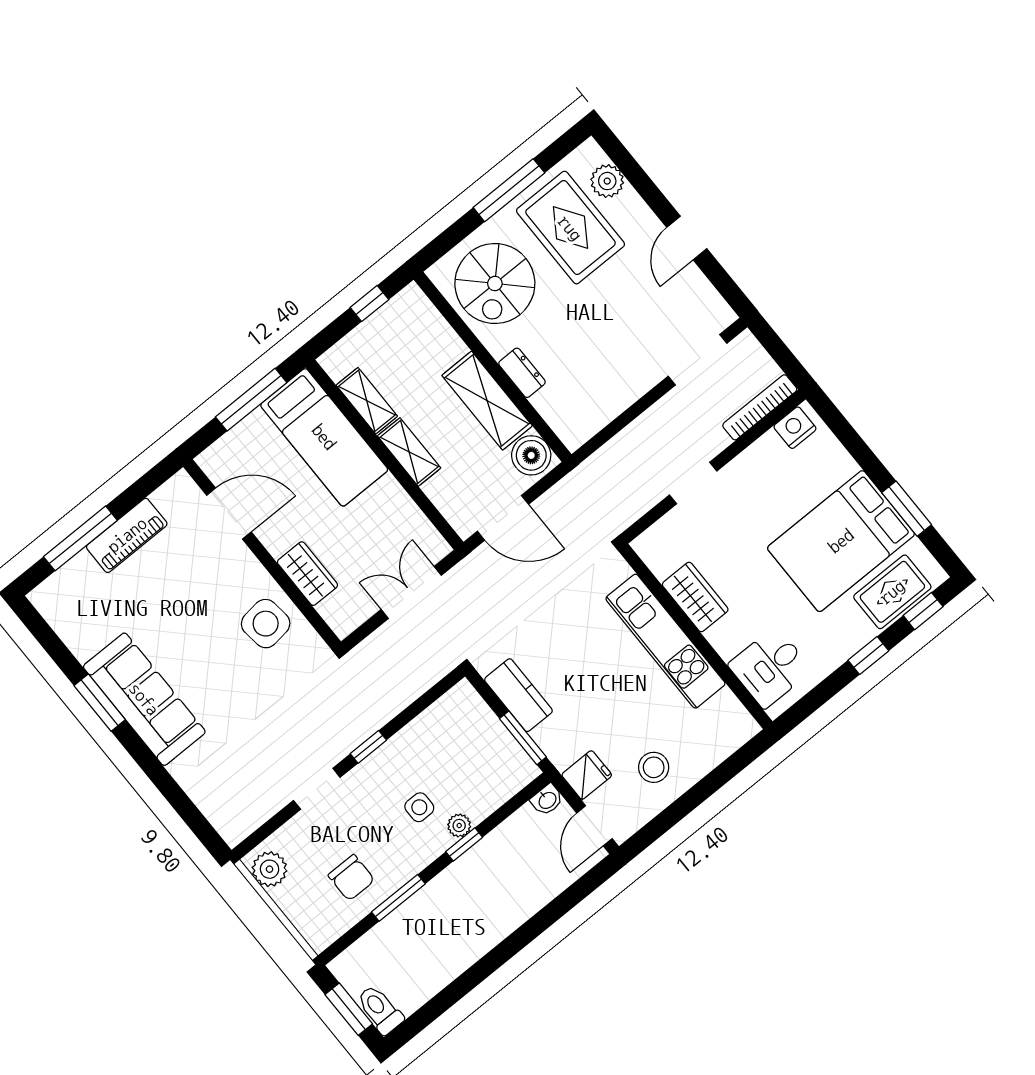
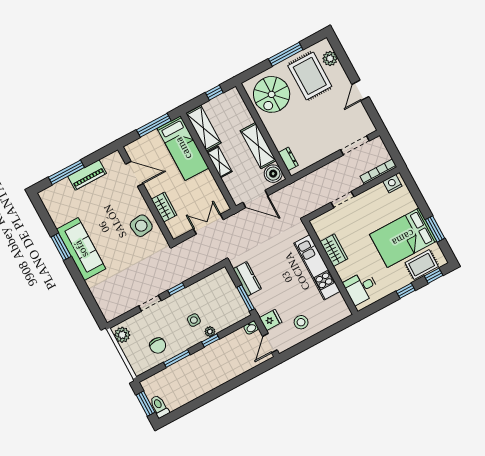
dresser: (522, 373) -> (288, 159), moved
shelving: (367, 401) -> (203, 128), width x1.50, depth x1.33

